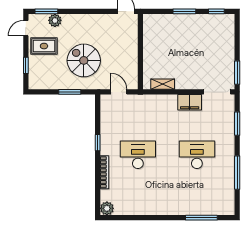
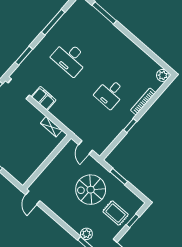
rug: (44, 46) -> (116, 213), moved
spiral stairs: (84, 60) -> (91, 190), turned 90
desk: (138, 155) -> (110, 93), width x0.73

